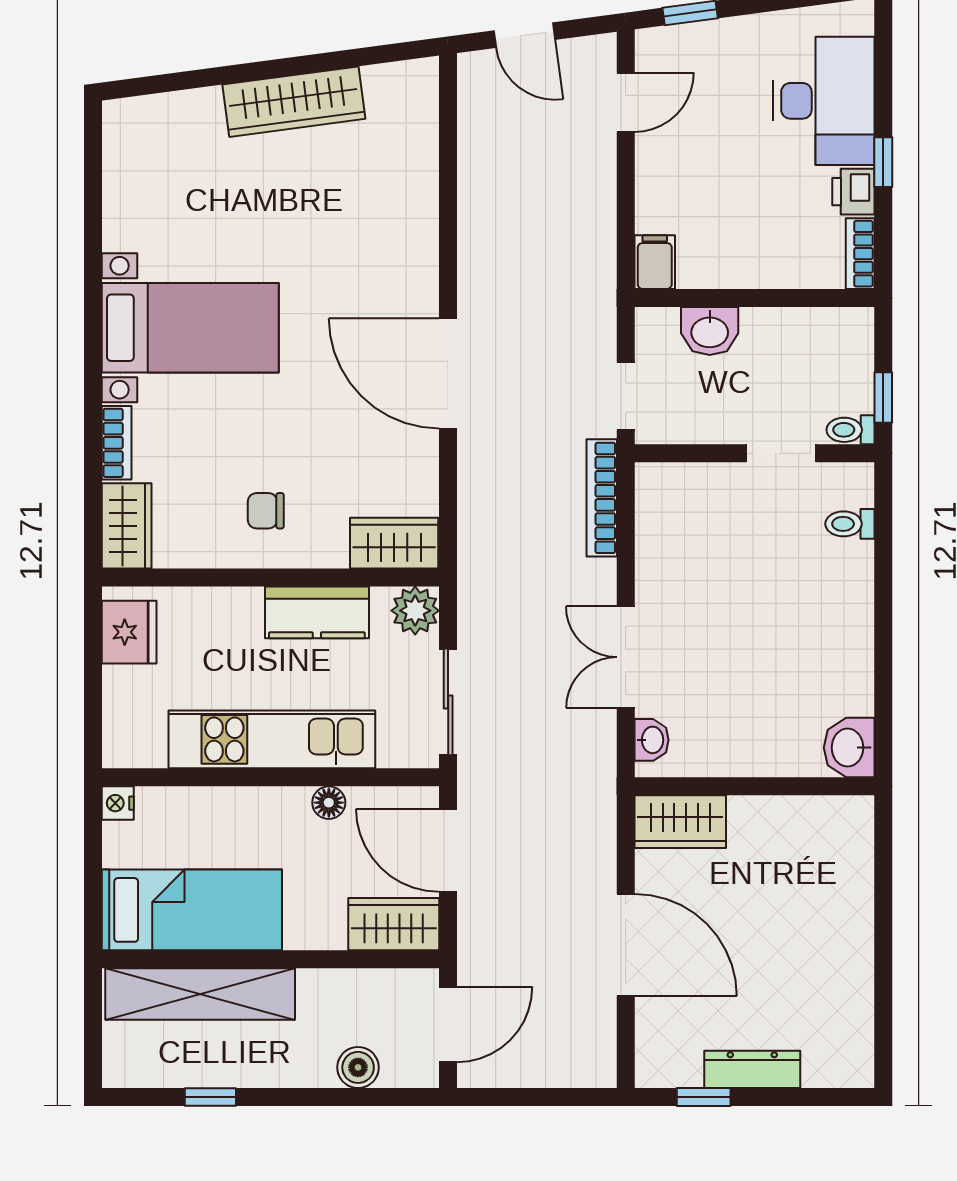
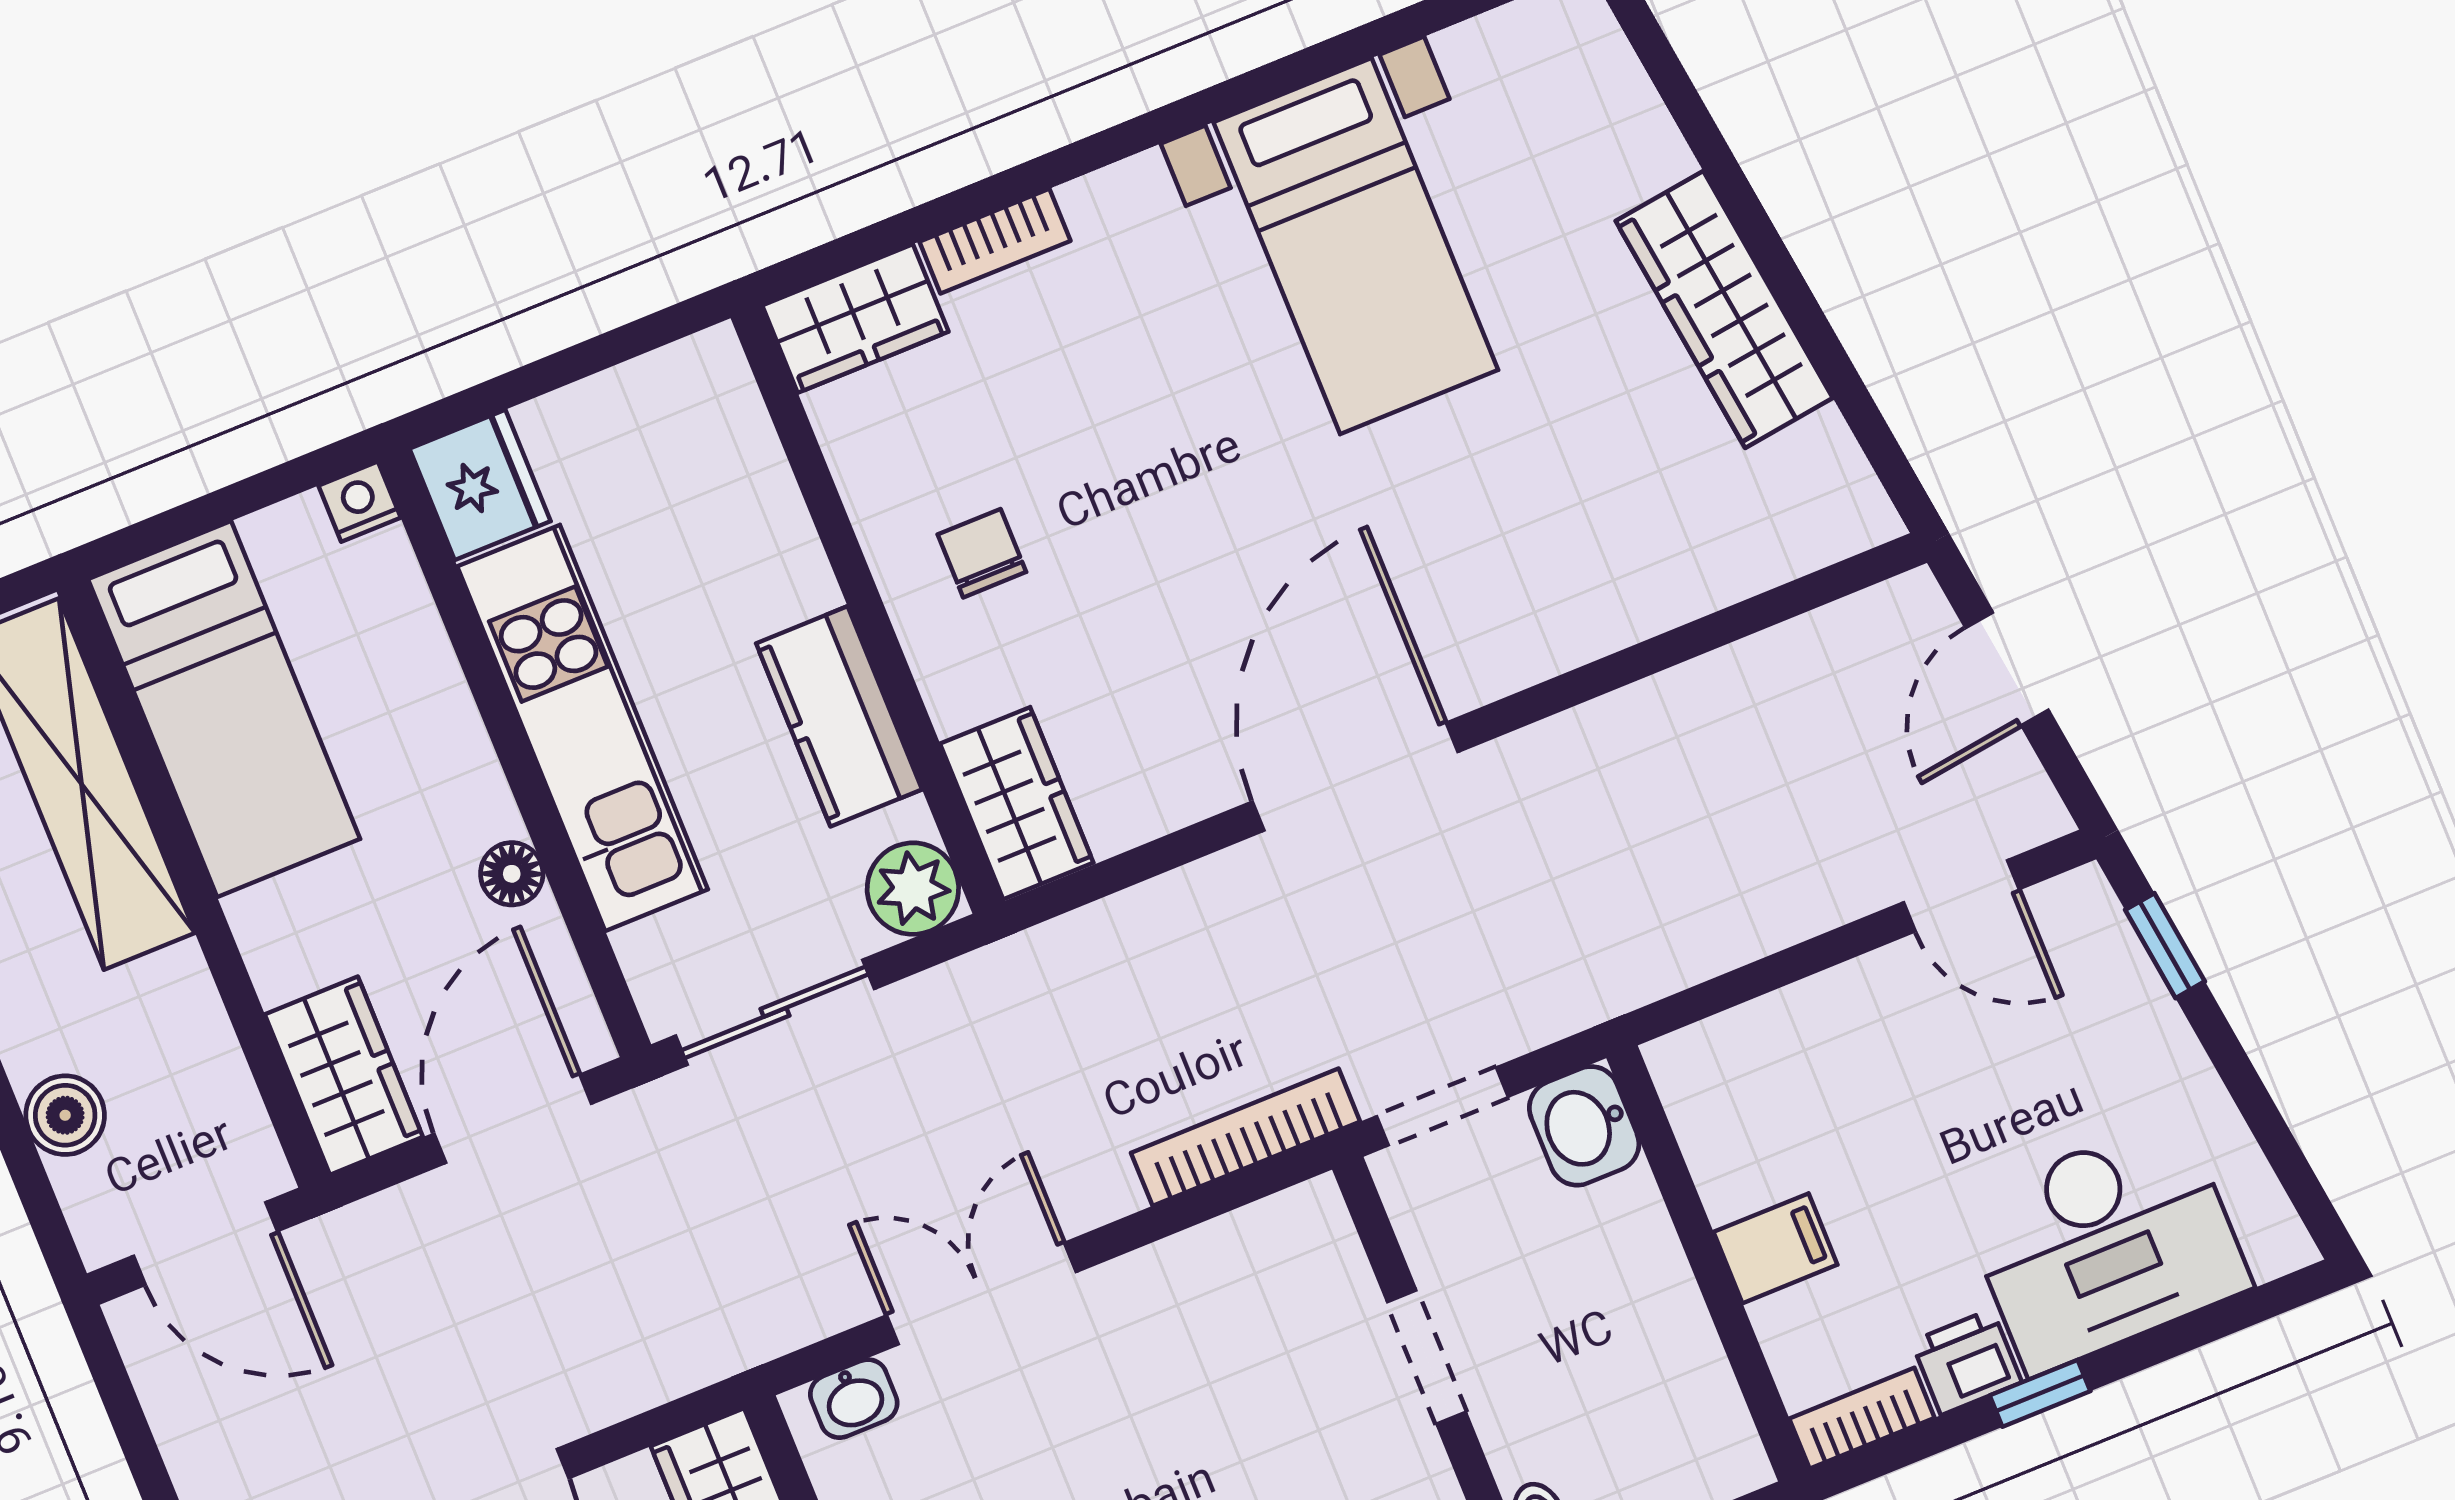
filing cabinet: (655, 262) -> (1775, 1248), moved
bed with nightstands: (190, 328) -> (1356, 246), moved
washbasin: (710, 331) -> (1584, 1126), moved
doorway: (781, 453) -> (1426, 1357), moved
fridge: (129, 632) -> (480, 485), moved, turned -90

